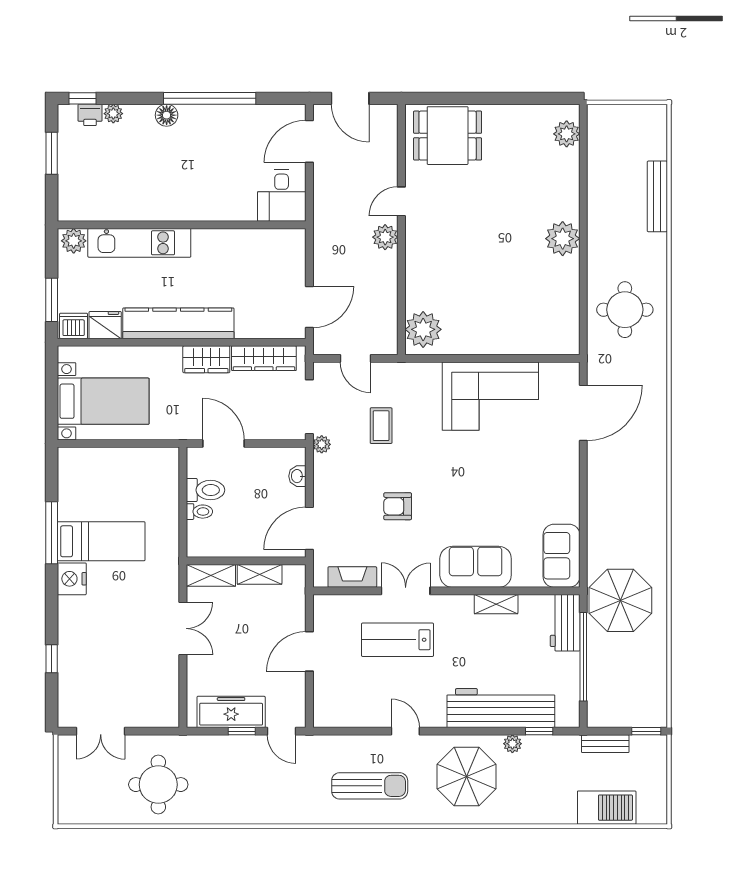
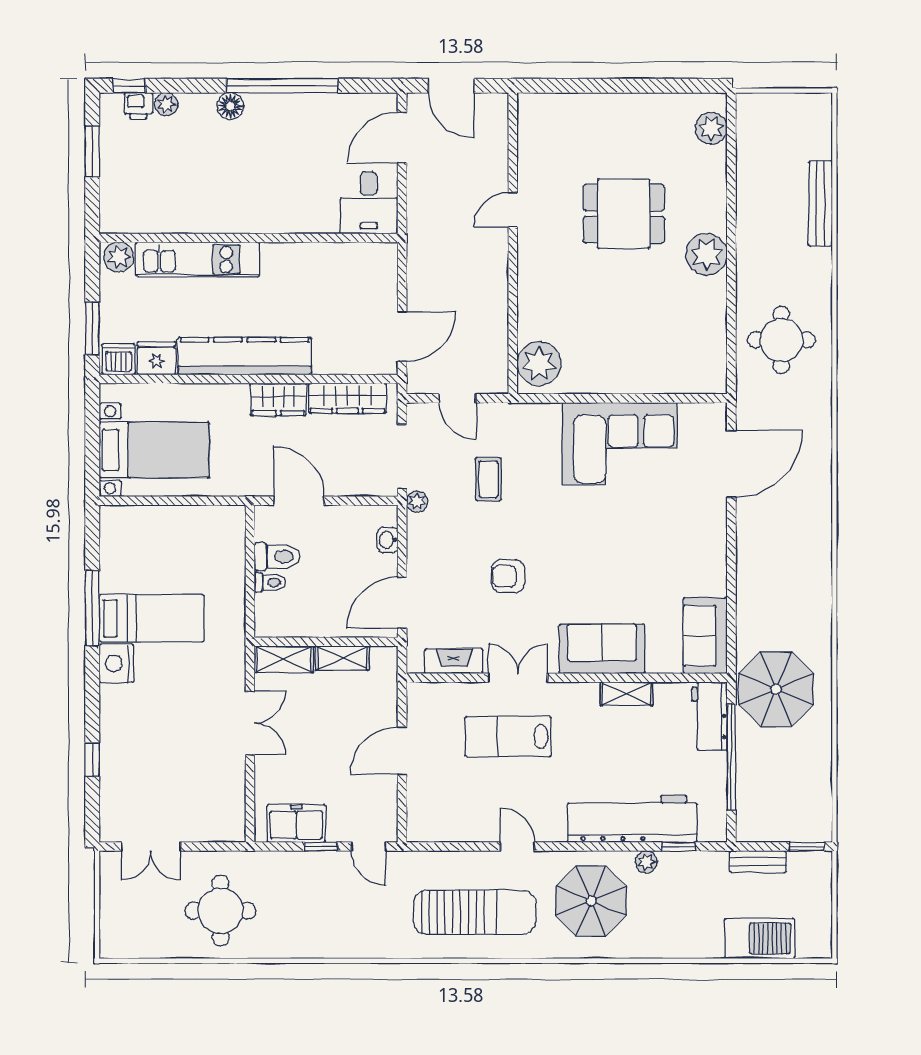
dining table: (448, 136) -> (624, 214), moved
plant: (385, 237) -> (493, 253), removed
freezer: (231, 712) -> (296, 823), width x0.71
sun lounger: (370, 786) -> (475, 912), width x1.36, depth x1.34

